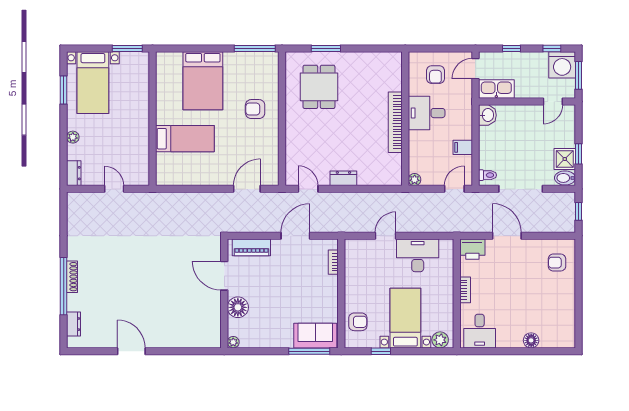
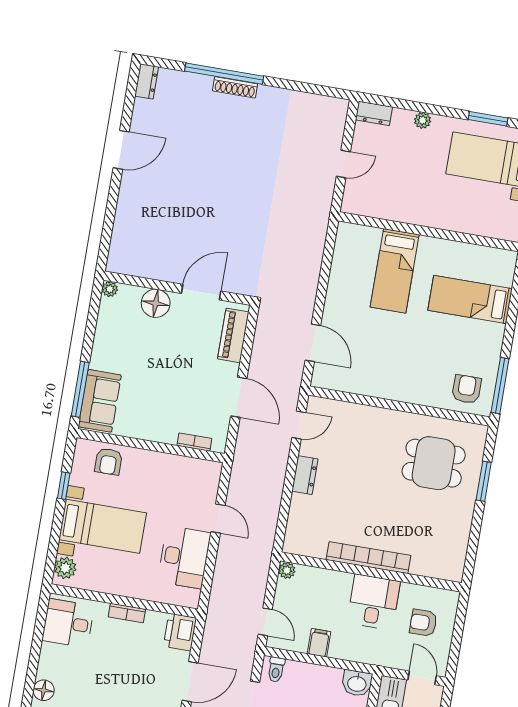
bed: (203, 81) -> (470, 300), width x0.67
armchair: (255, 109) -> (467, 389), moved
dresser: (73, 324) -> (147, 81), moved, turned -90

